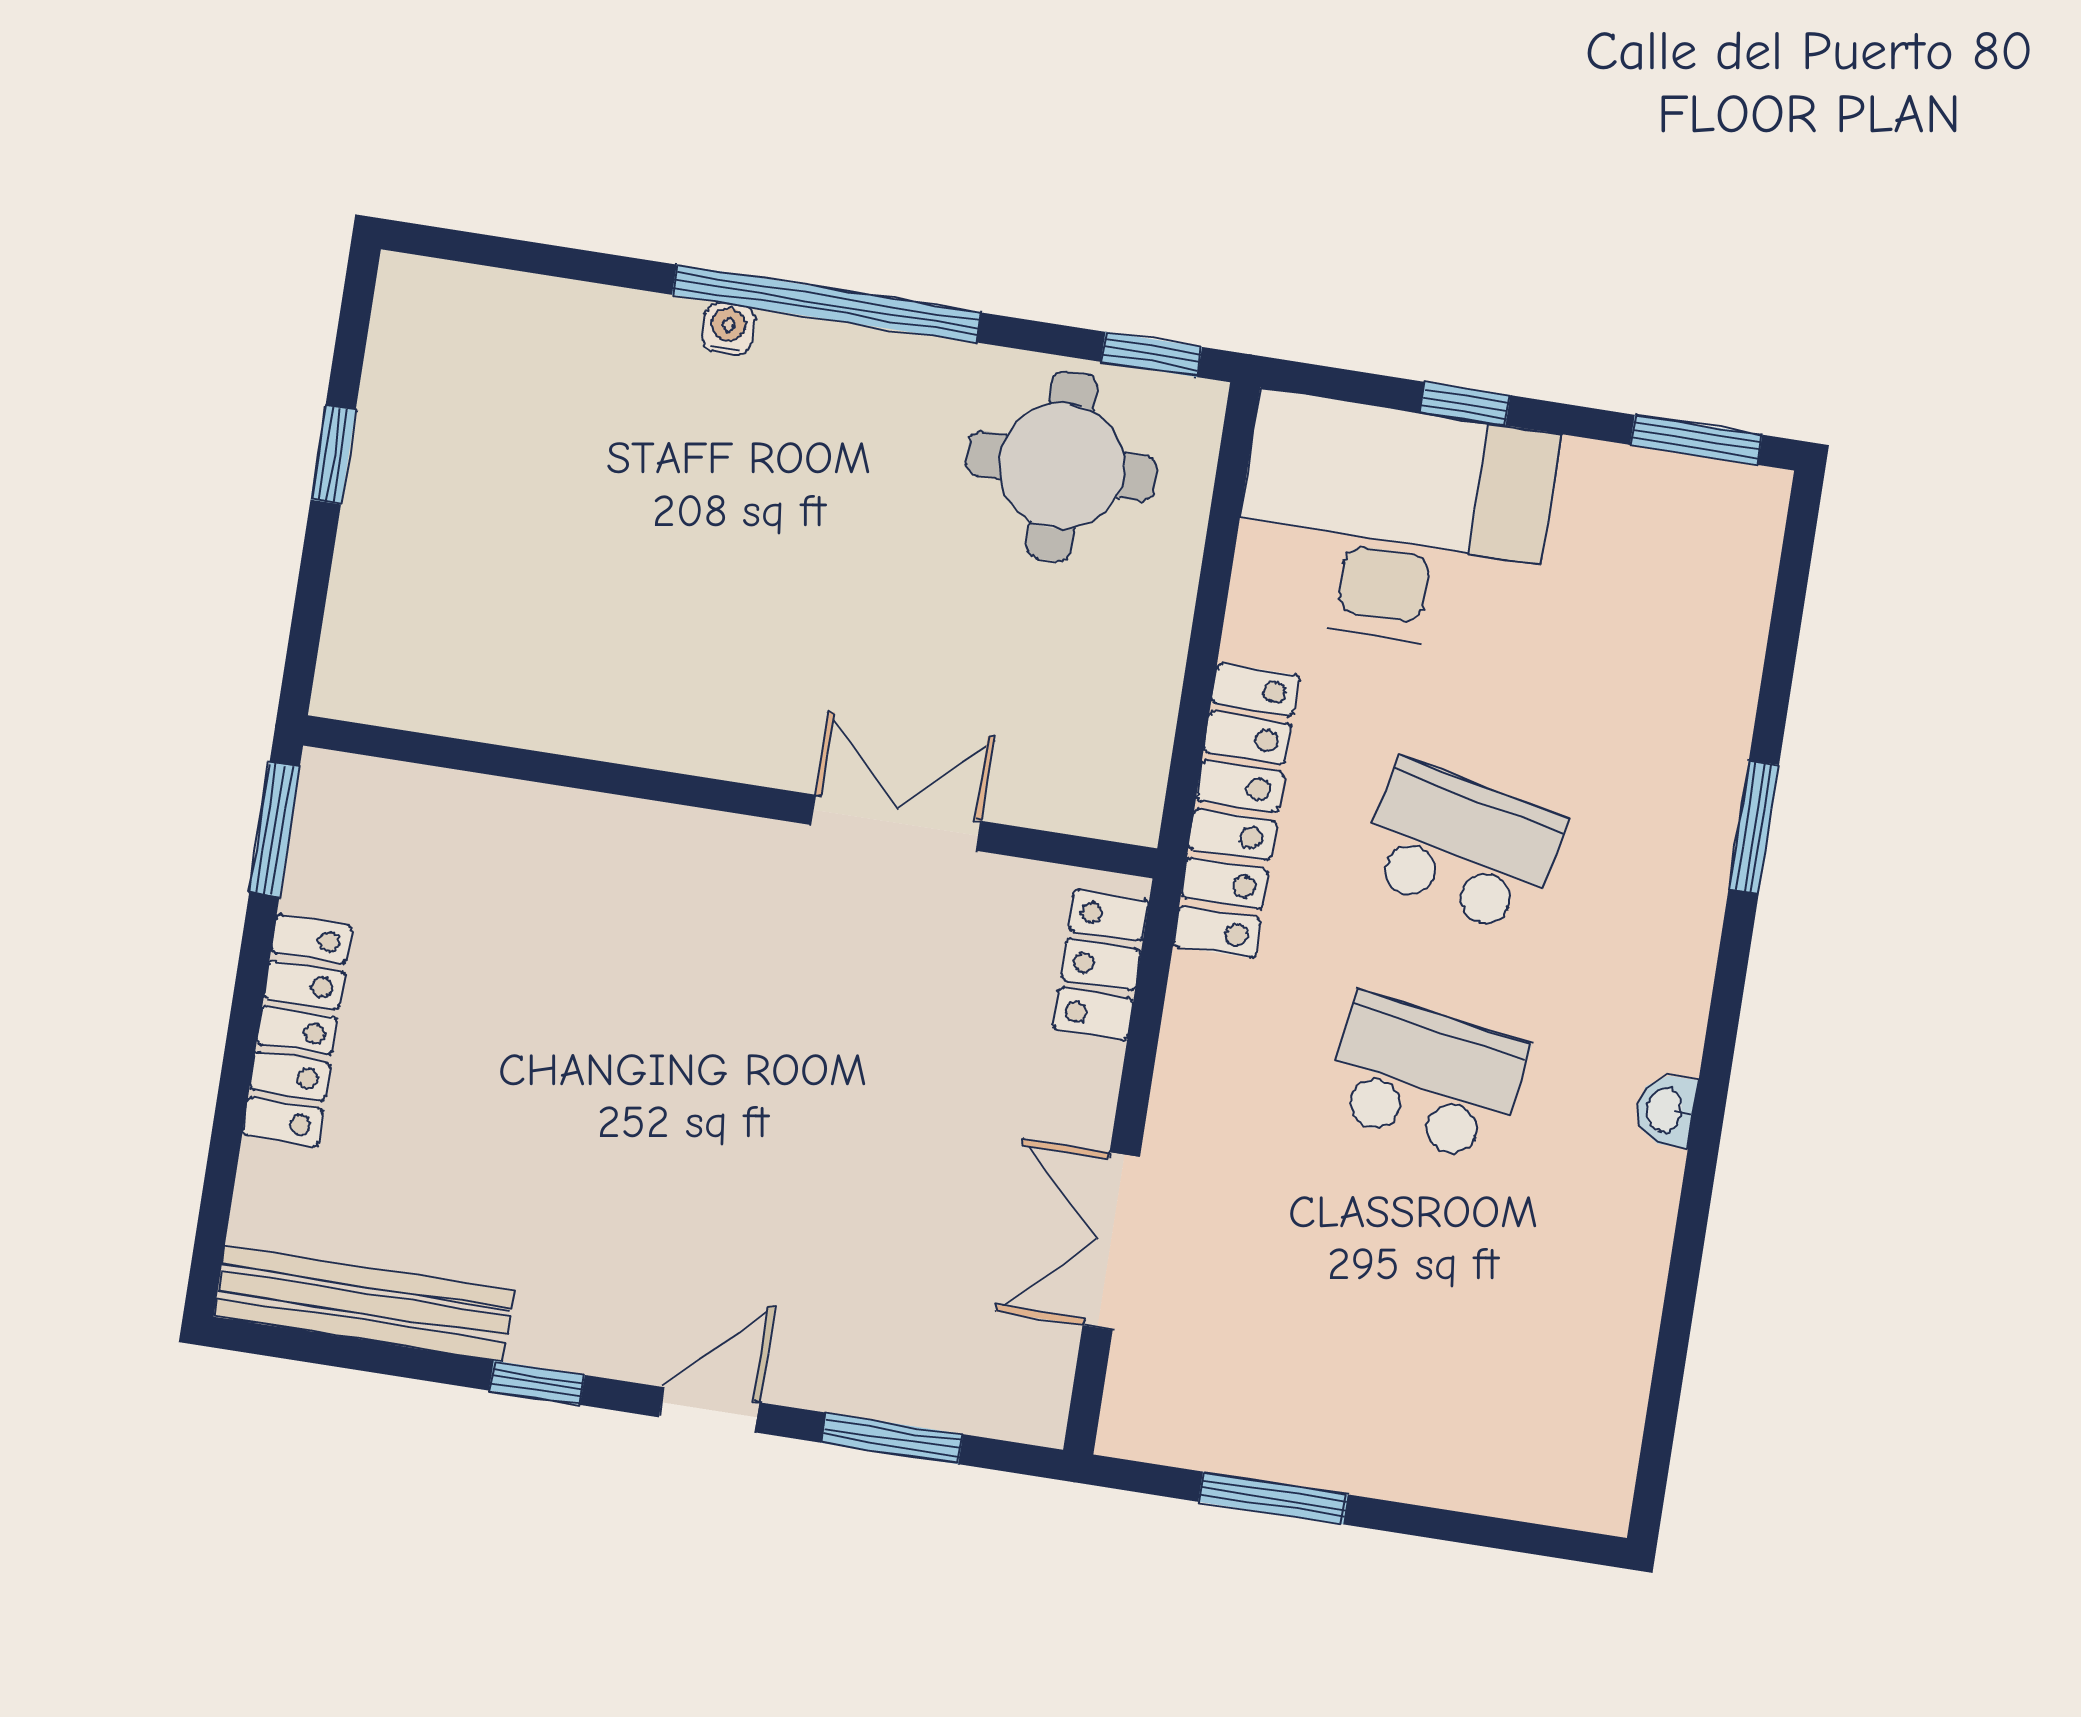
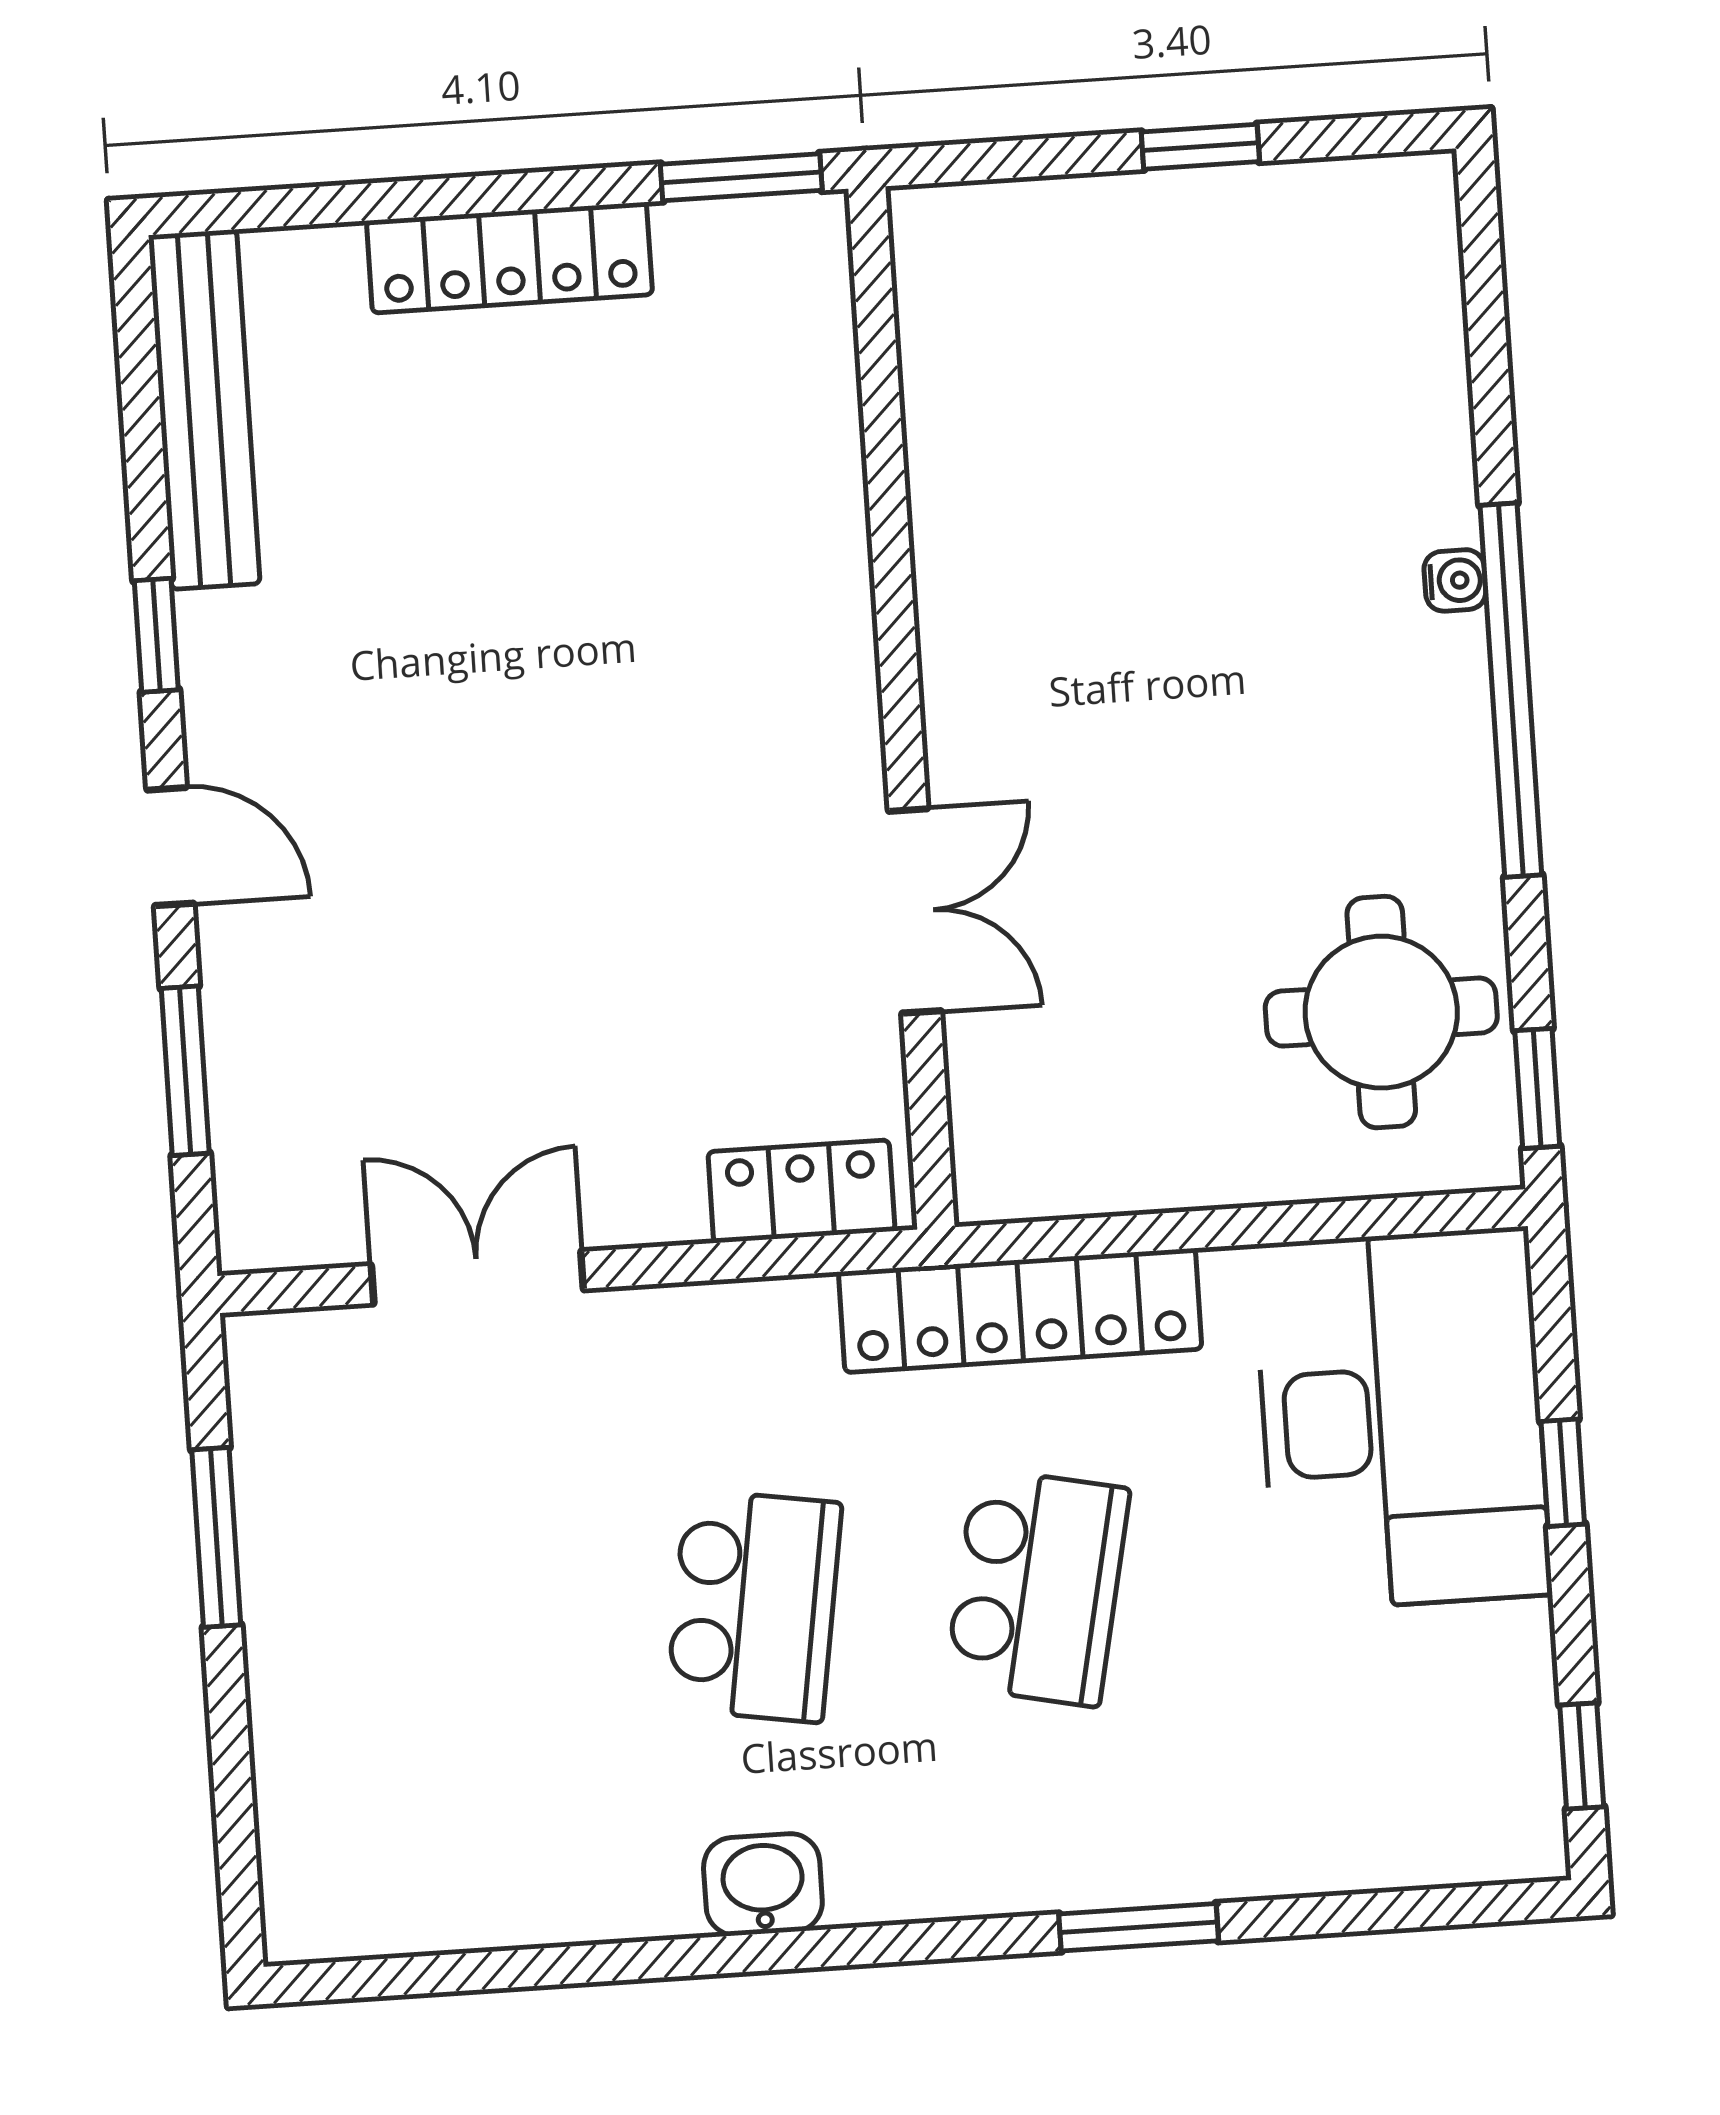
window: (1696, 440) -> (1582, 1756), width x0.67
washbasin: (1666, 1110) -> (763, 1885), width x1.38, depth x1.45

